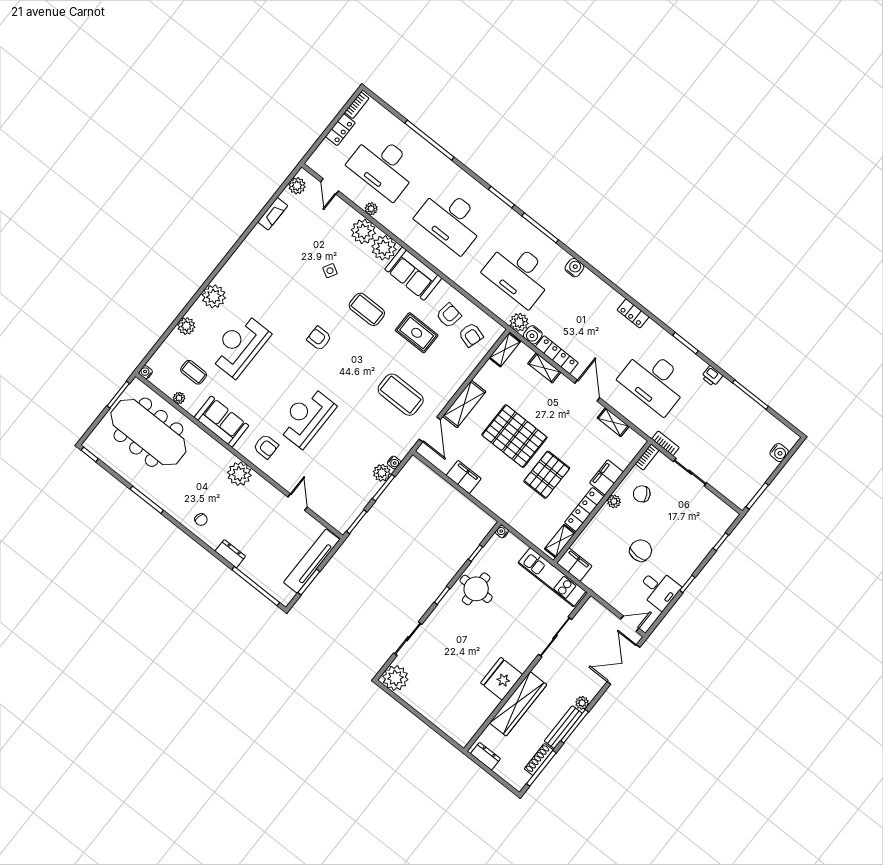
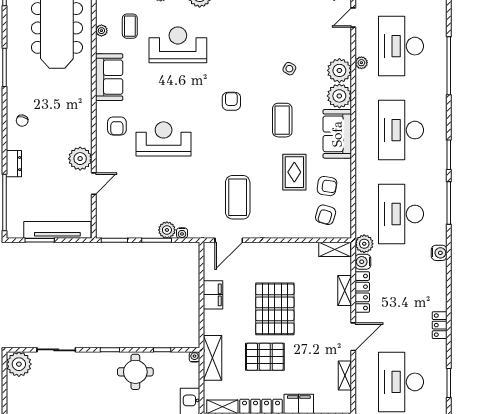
shelving: (464, 404) -> (213, 358), moved, turned 90
plant: (239, 474) -> (80, 159), moved

